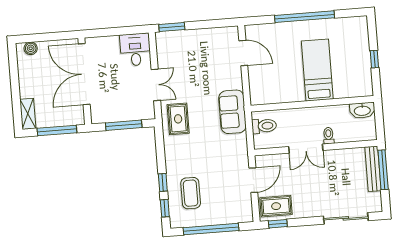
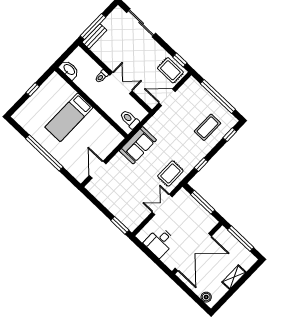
desk: (135, 50) -> (160, 242), moved
shelving: (28, 114) -> (234, 277), moved
bench: (373, 169) -> (94, 36), width x0.73
window: (163, 182) -> (201, 165), moved

